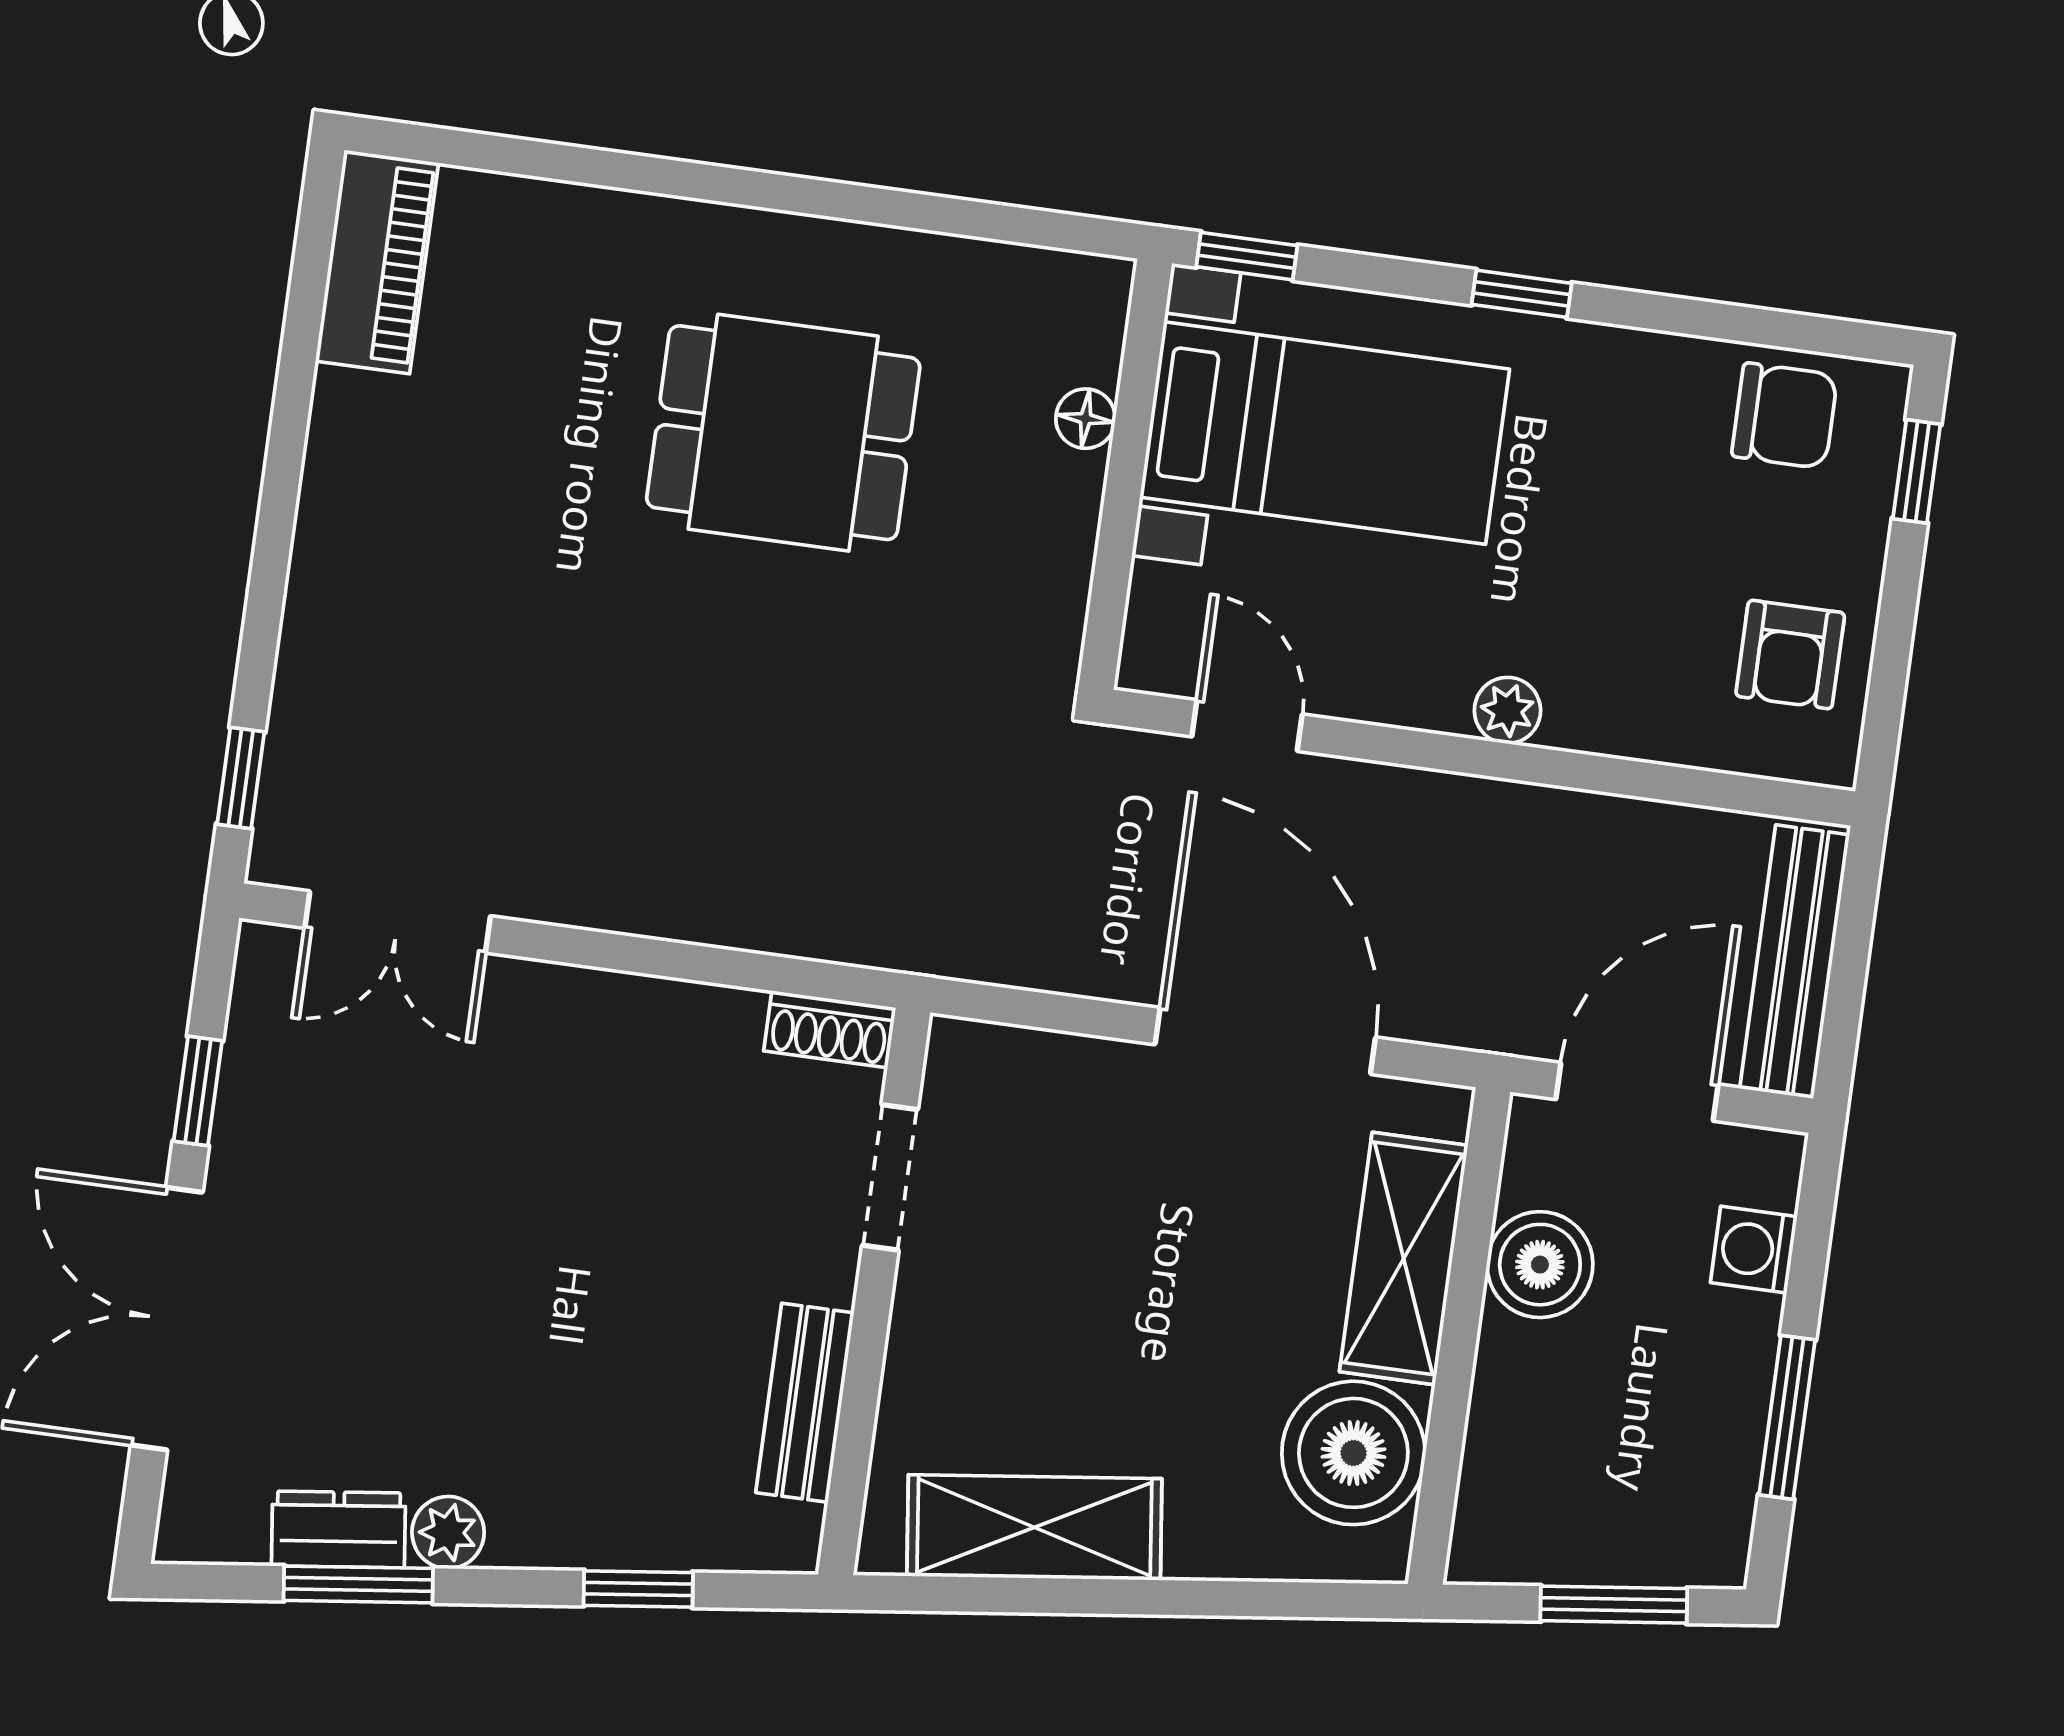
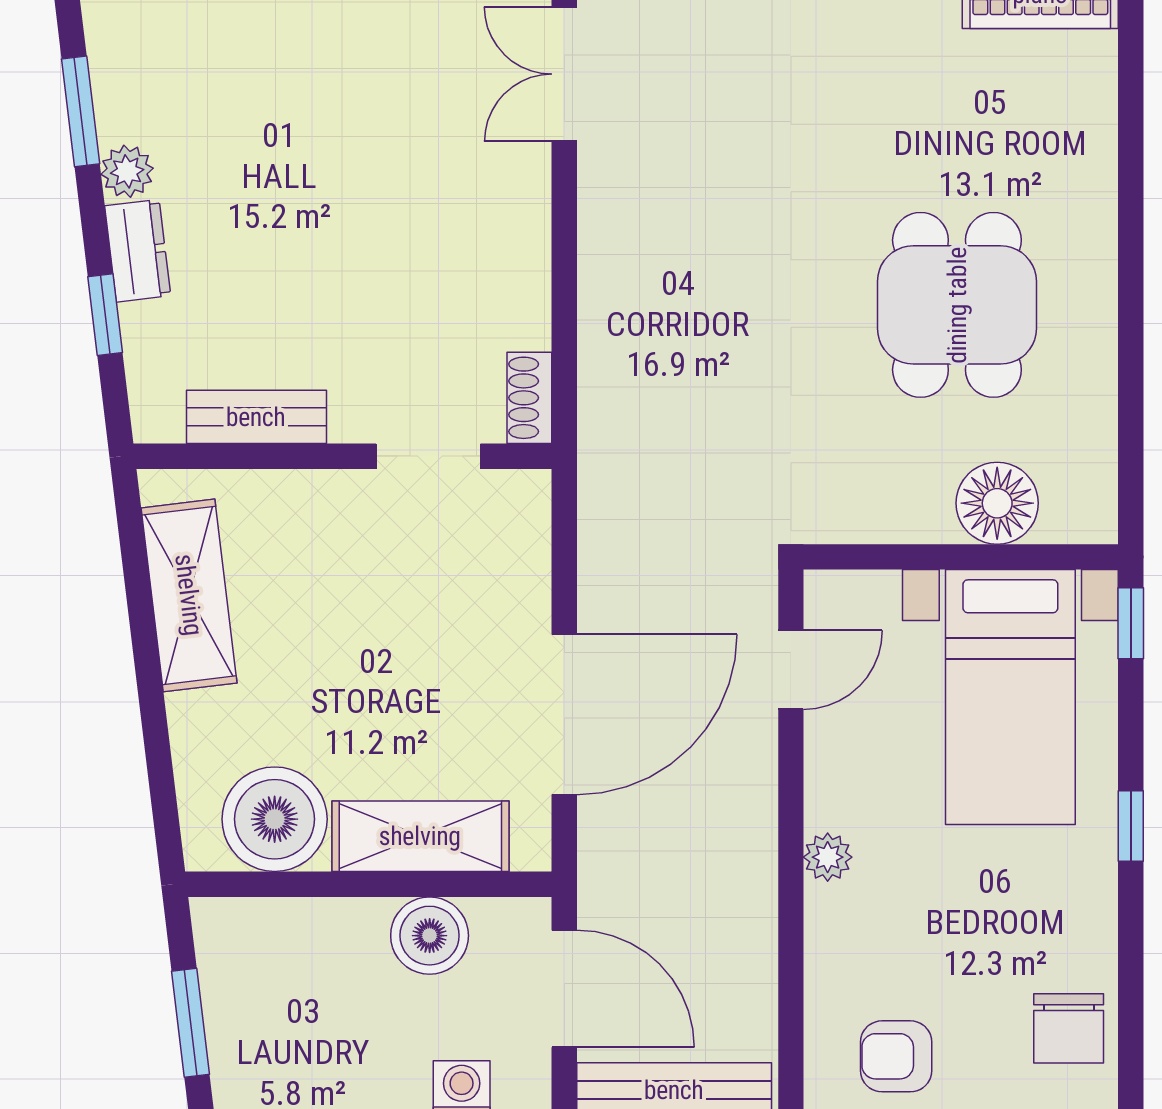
floor lamp: (1086, 419) -> (997, 503), width x1.89, depth x1.89
dresser: (339, 1529) -> (138, 251), moved

